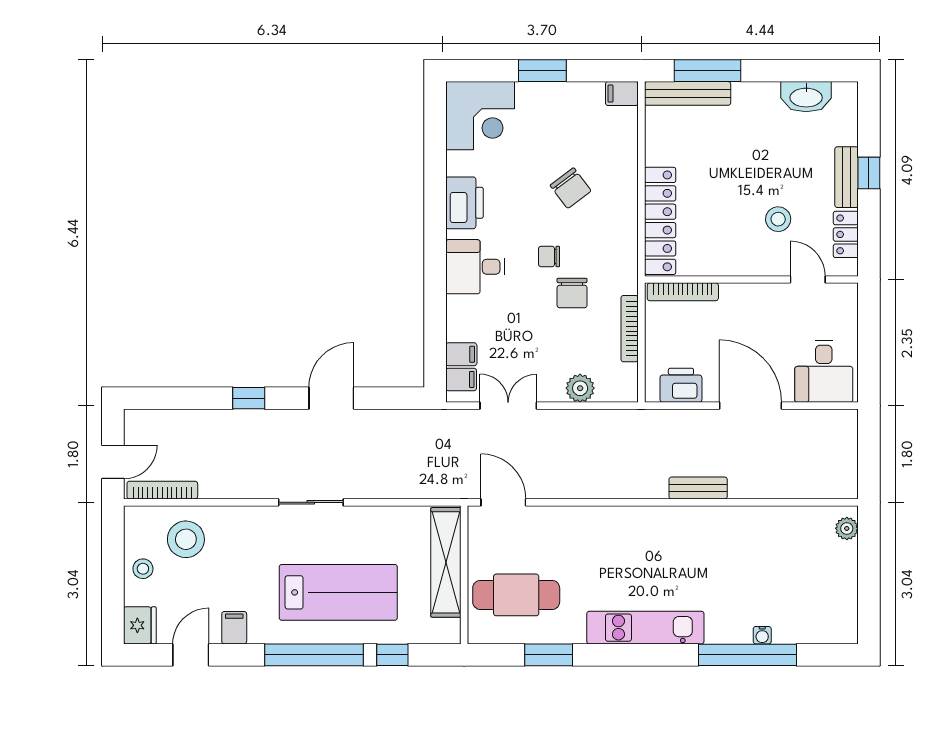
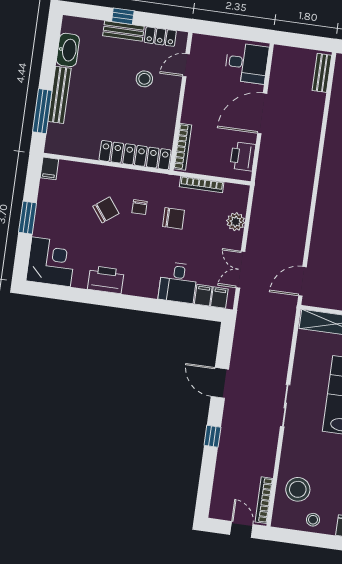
bench: (688, 93) -> (60, 95), moved
chair: (549, 256) -> (140, 207), moved
desk: (475, 267) -> (178, 283), moved
bench: (698, 488) -> (322, 73), moved

